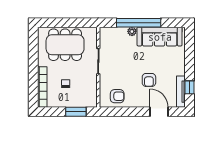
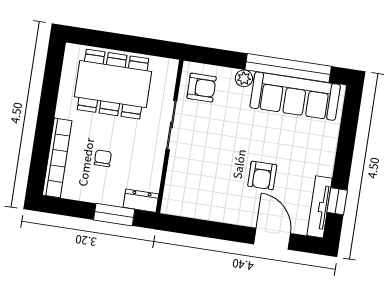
window: (139, 23) -> (288, 68), moved
armchair: (117, 96) -> (202, 88), moved
dresser: (89, 102) -> (141, 201), added

